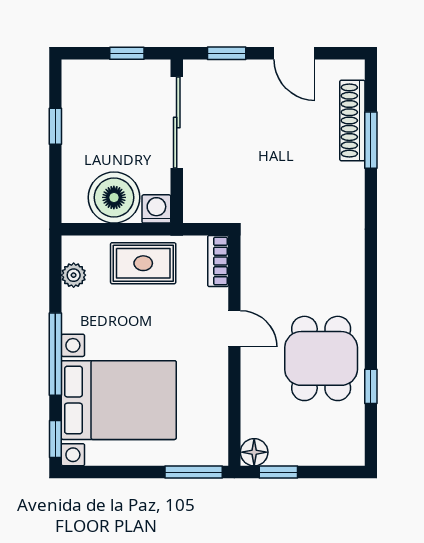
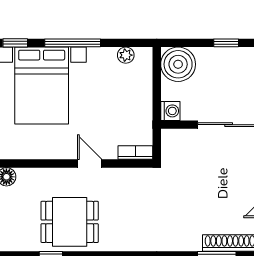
boiler: (114, 197) -> (178, 64), moved
rug: (143, 263) -> (134, 102), removed
door: (234, 329) -> (90, 163), swing flipped

